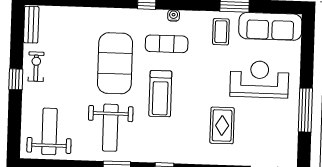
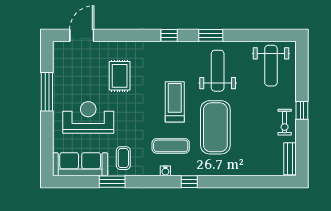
reception desk: (259, 79) -> (88, 118), turned 180

